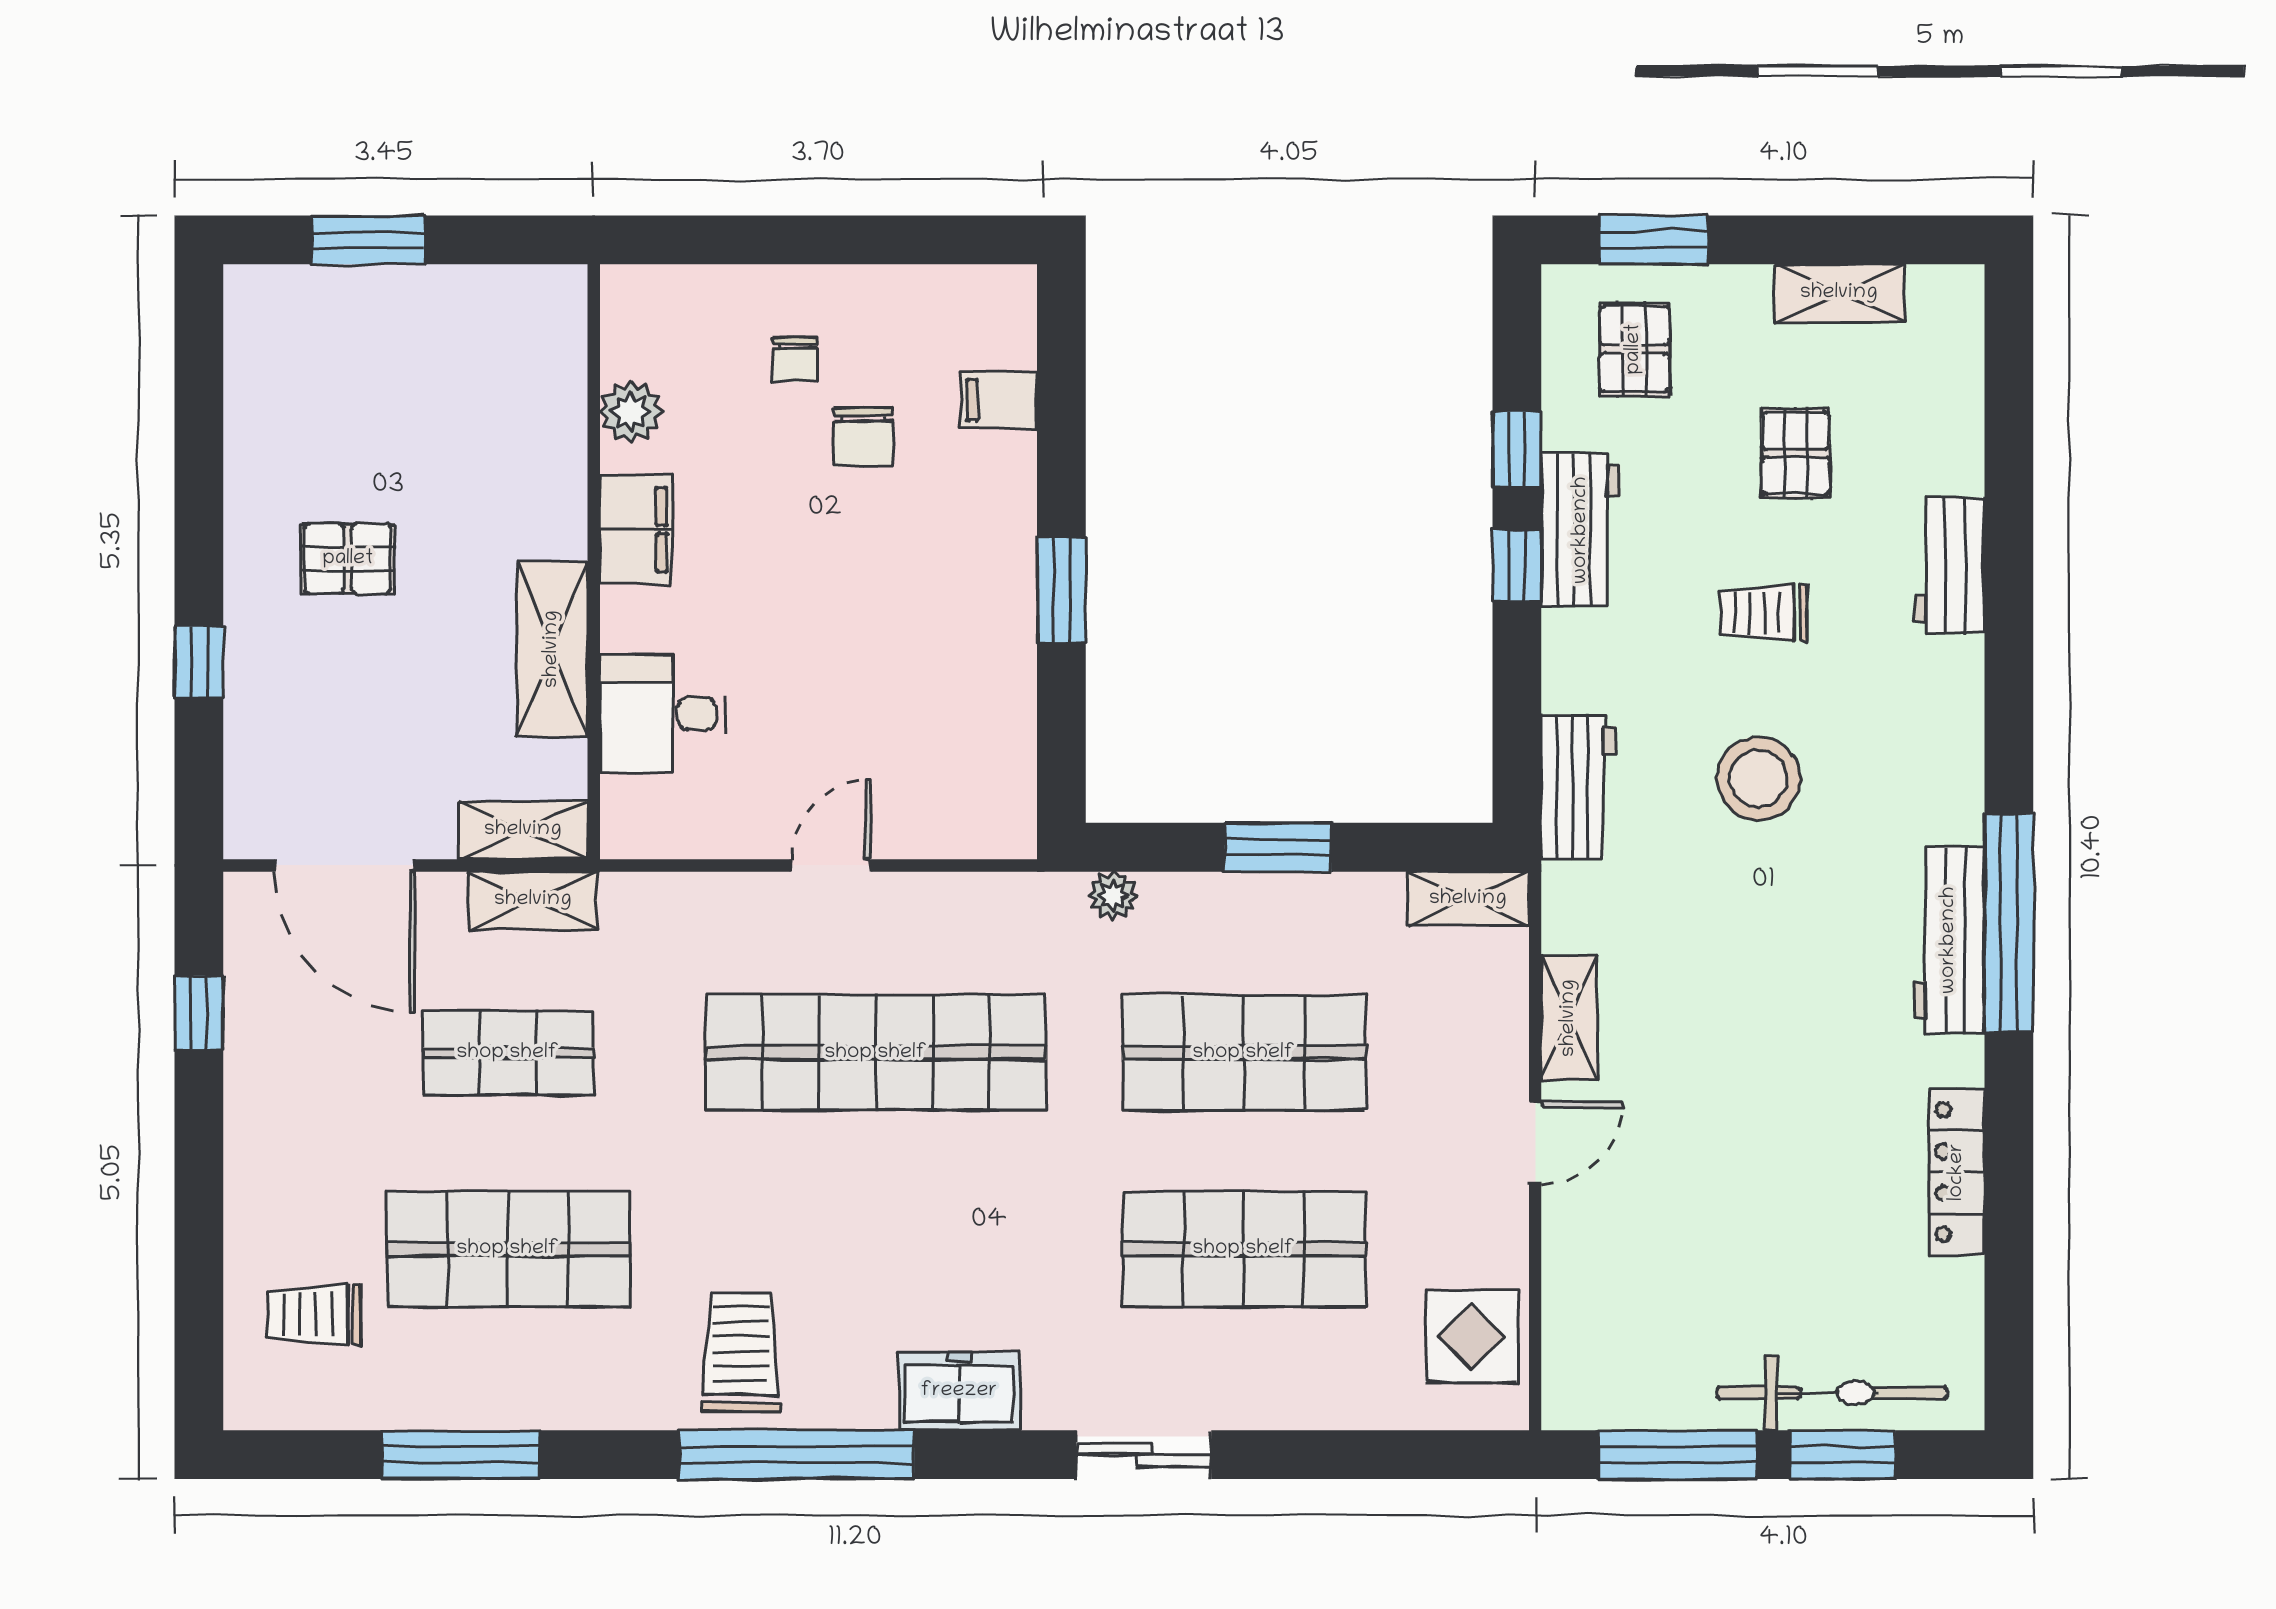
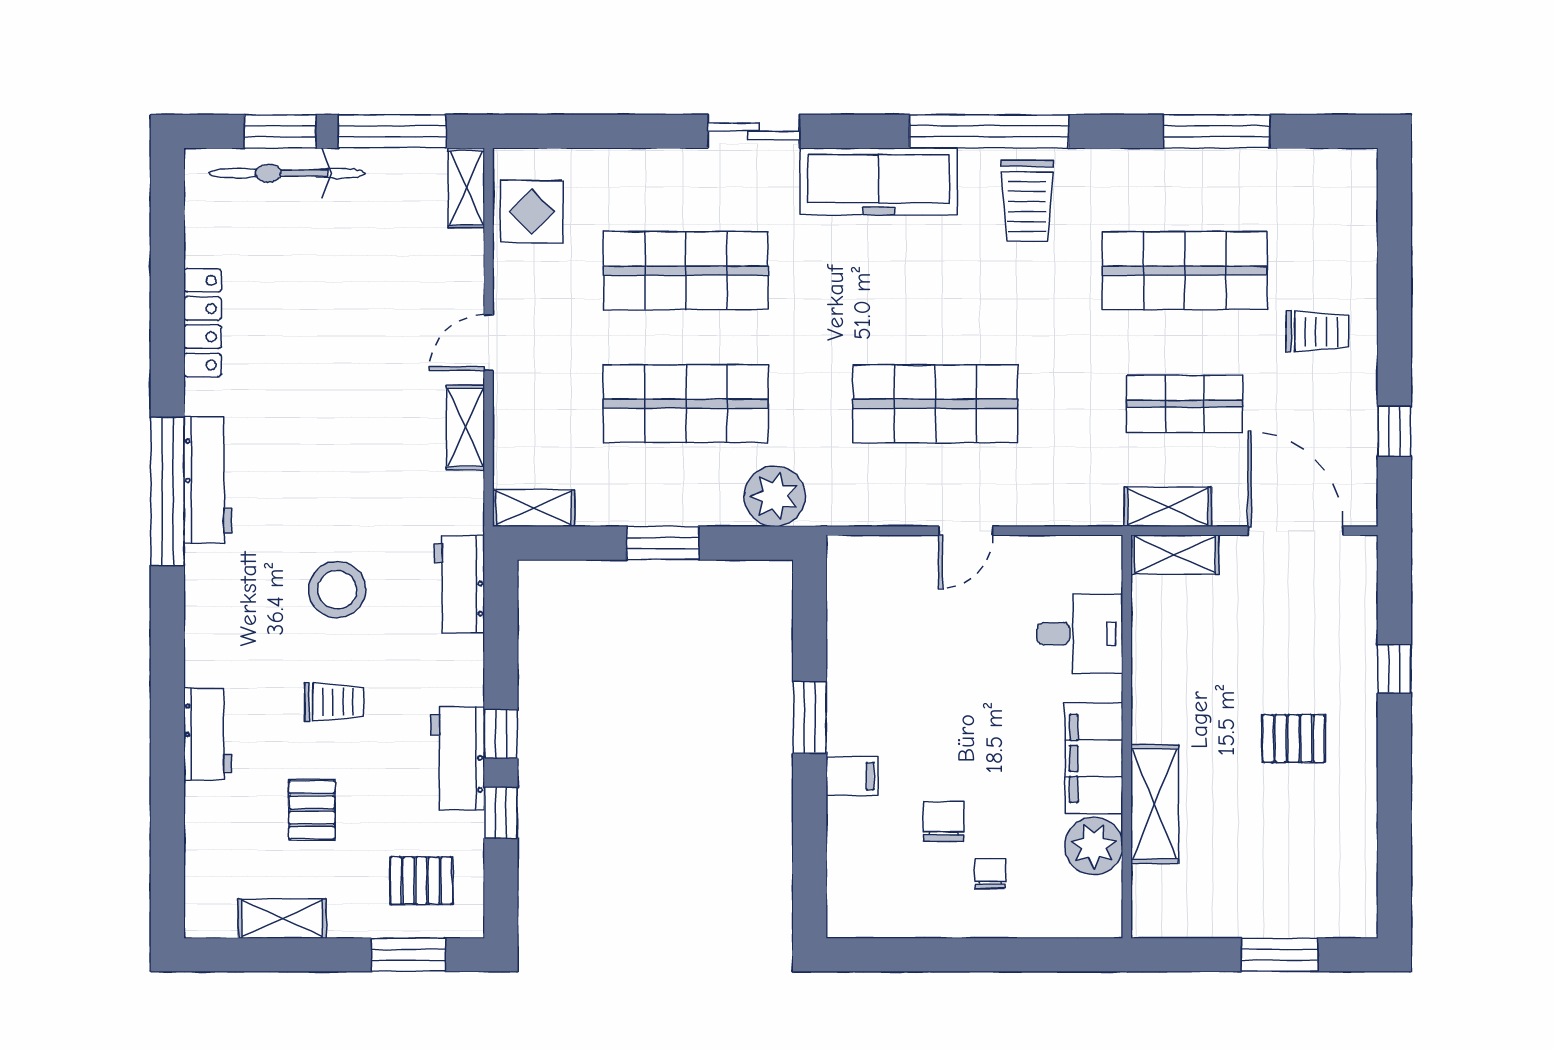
pallet: (1634, 349) -> (421, 881), turned 90
filing cabinet: (999, 400) -> (852, 776), moved
plant: (631, 412) -> (1094, 846), width x1.36, depth x1.36
filing cabinet: (636, 529) -> (1094, 758), width x1.50, depth x1.17
shelving: (552, 649) -> (1155, 804), moved
plant: (1113, 895) -> (775, 496), width x1.88, depth x1.88
shop shelf: (876, 1053) -> (935, 404), width x0.71
trolley: (314, 1314) -> (1317, 331), moved
shelving: (1568, 1371) -> (466, 188), added
freezer: (959, 1391) -> (879, 181), width x1.91, depth x1.26

